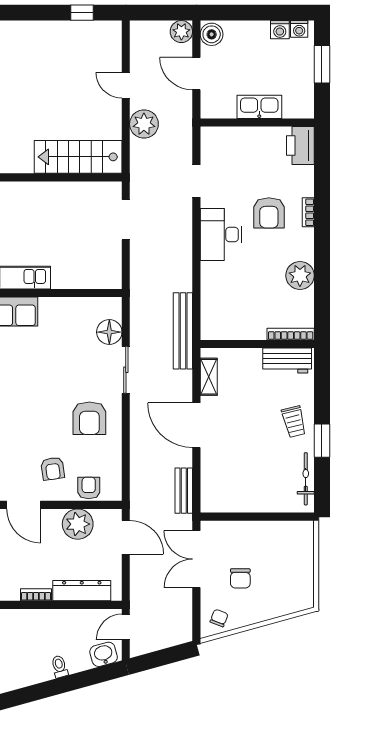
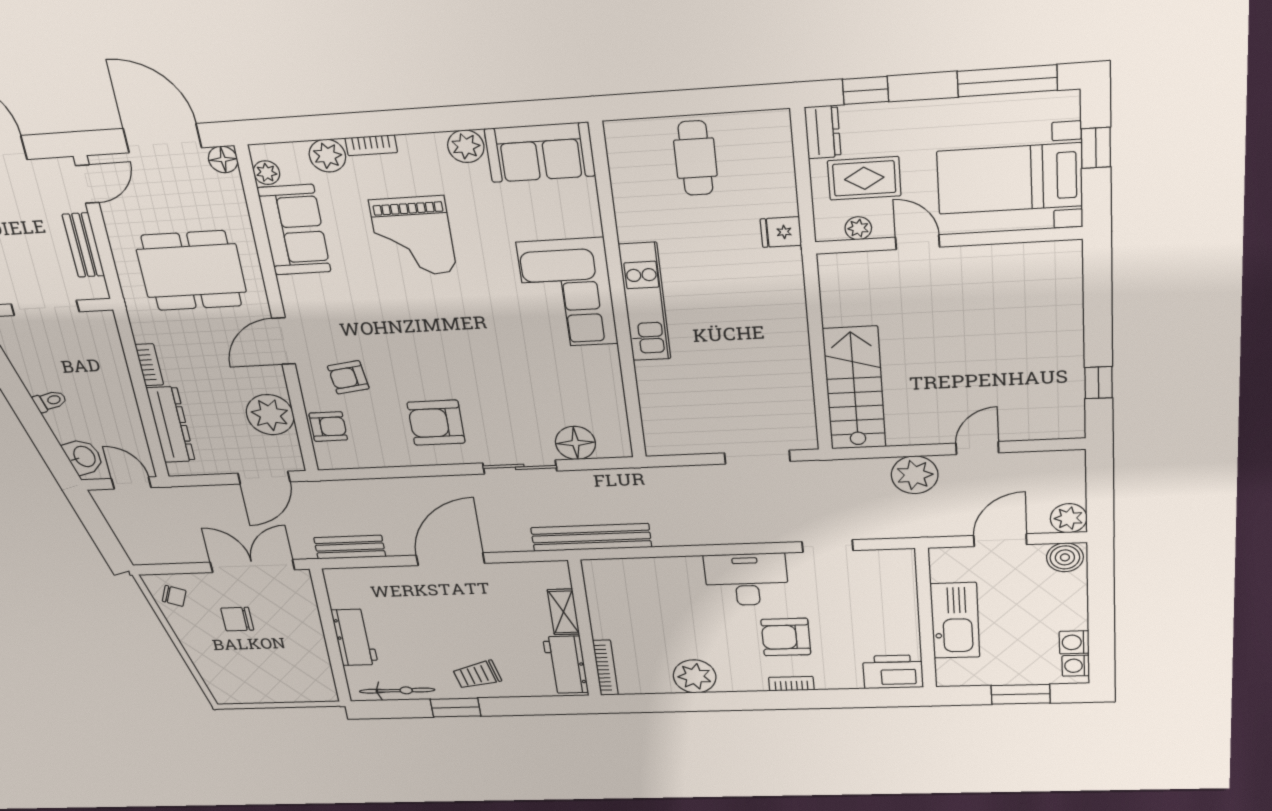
kitchen sink: (259, 107) -> (955, 620), width x1.36, depth x1.24
shelving: (209, 377) -> (563, 612), moved, turned 90
workbench: (259, 500) -> (355, 637), added

